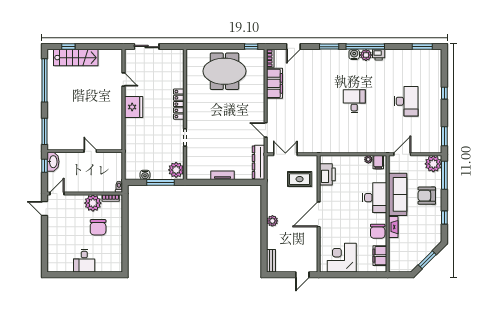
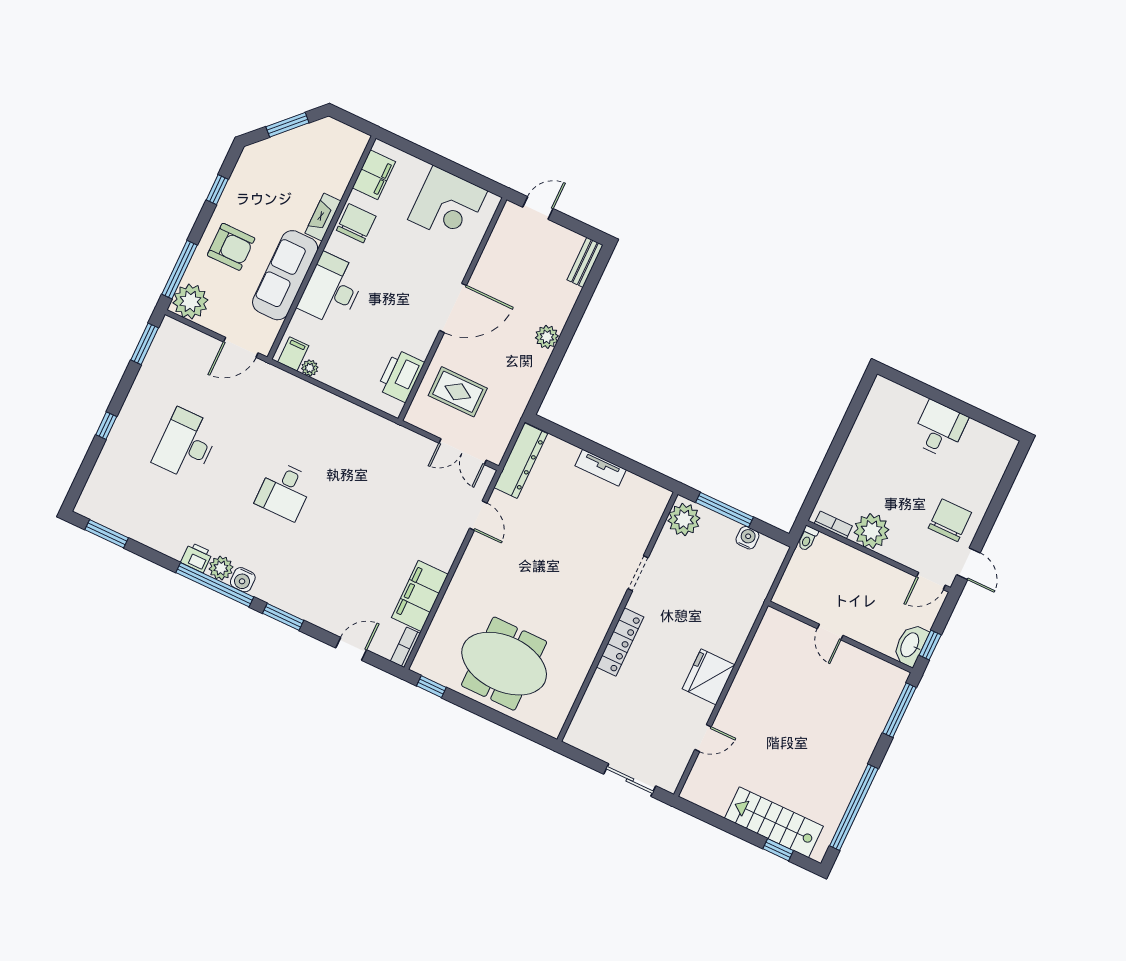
door: (123, 80) -> (703, 738), swing flipped
chair: (98, 227) -> (950, 520), moved

